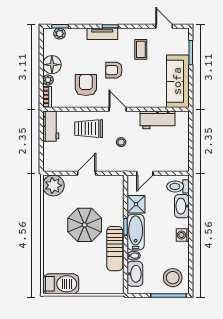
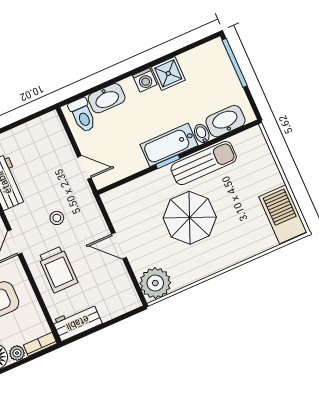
shower: (136, 204) -> (168, 73), moved
stool: (173, 278) -> (208, 68), removed

